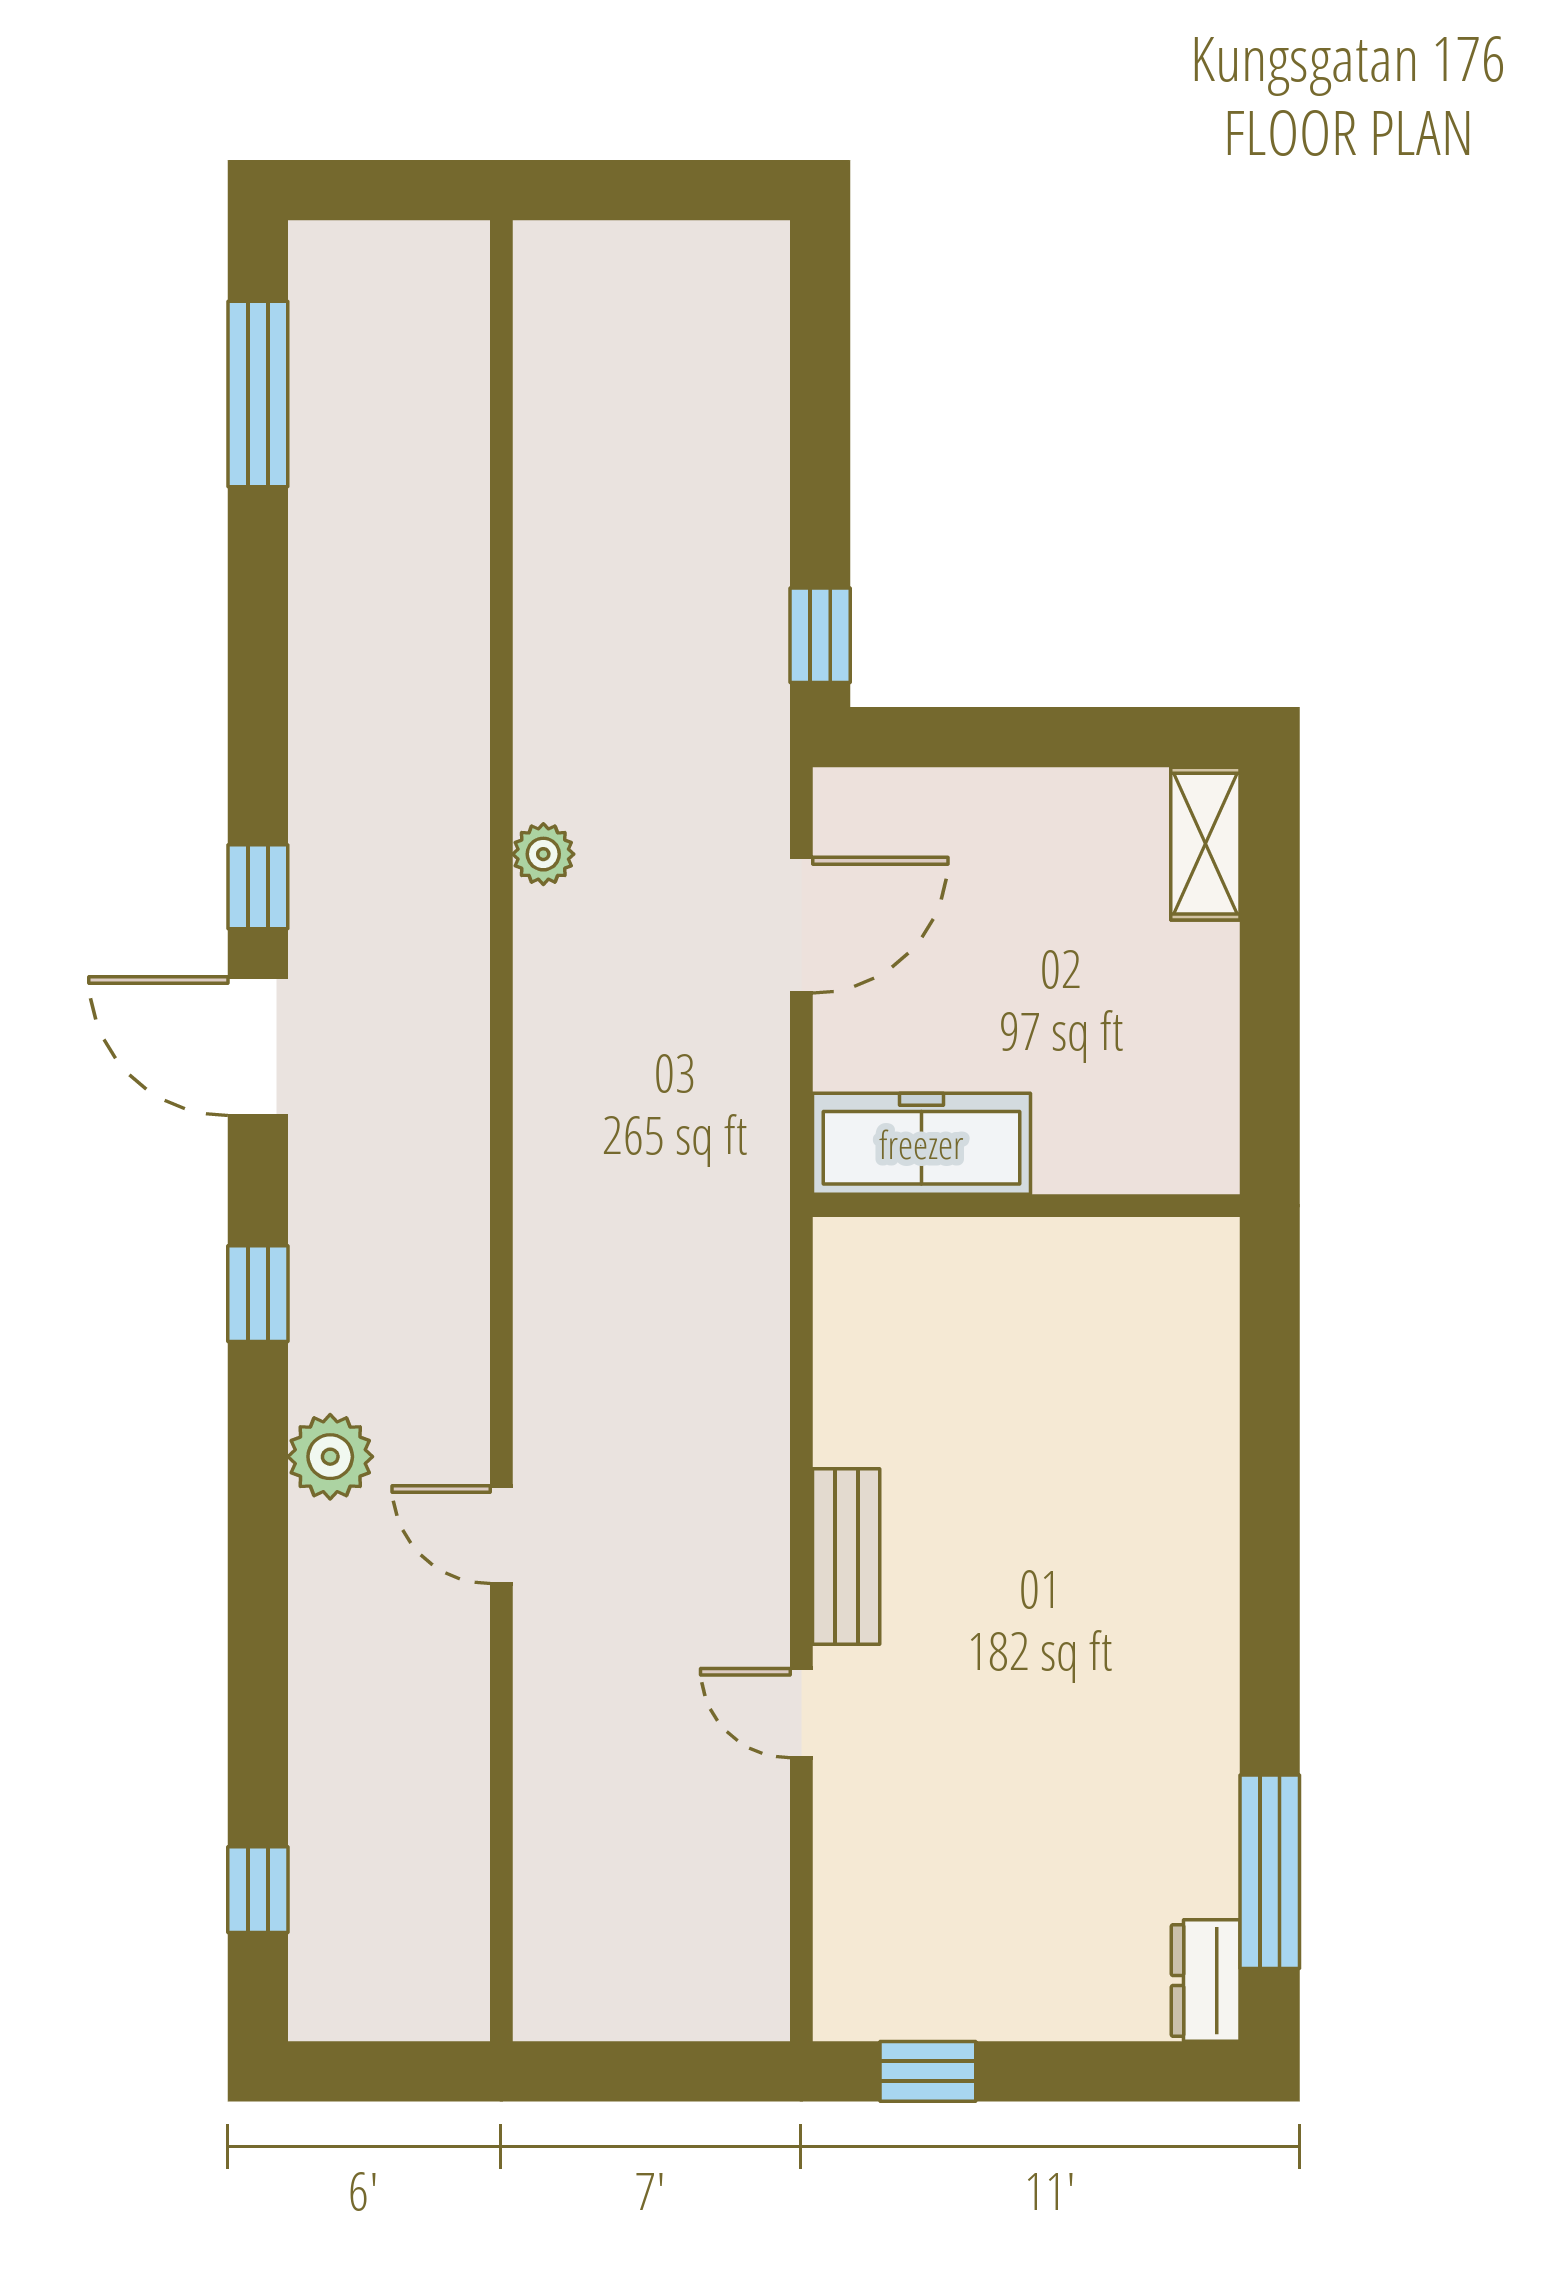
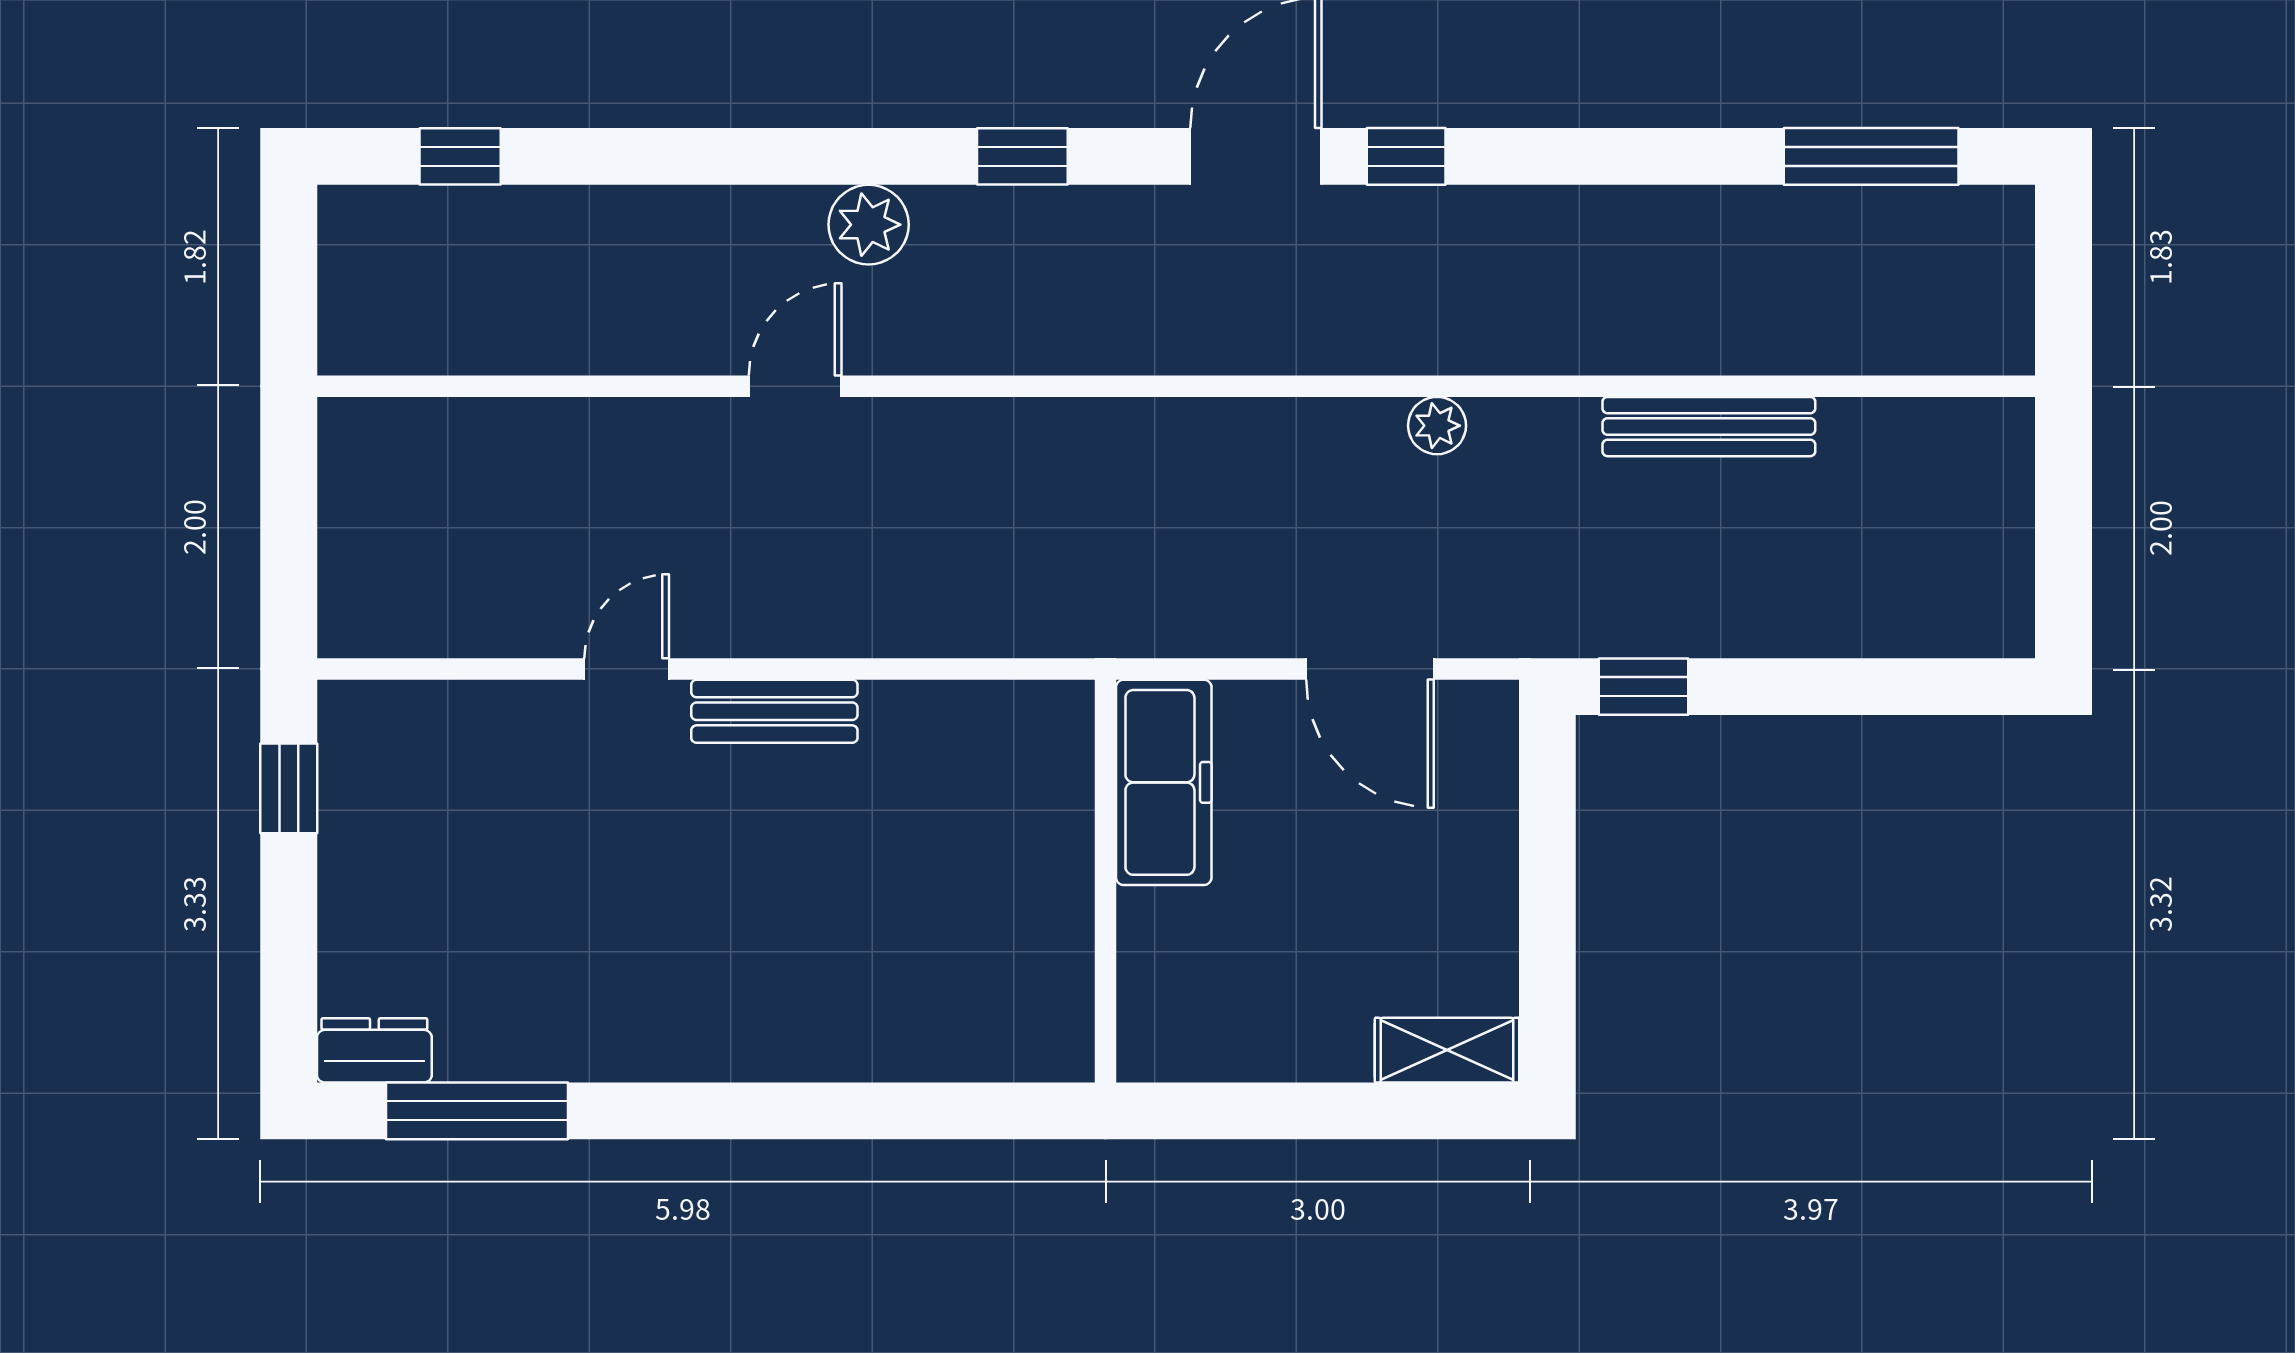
bench: (544, 566) -> (1709, 427), added

